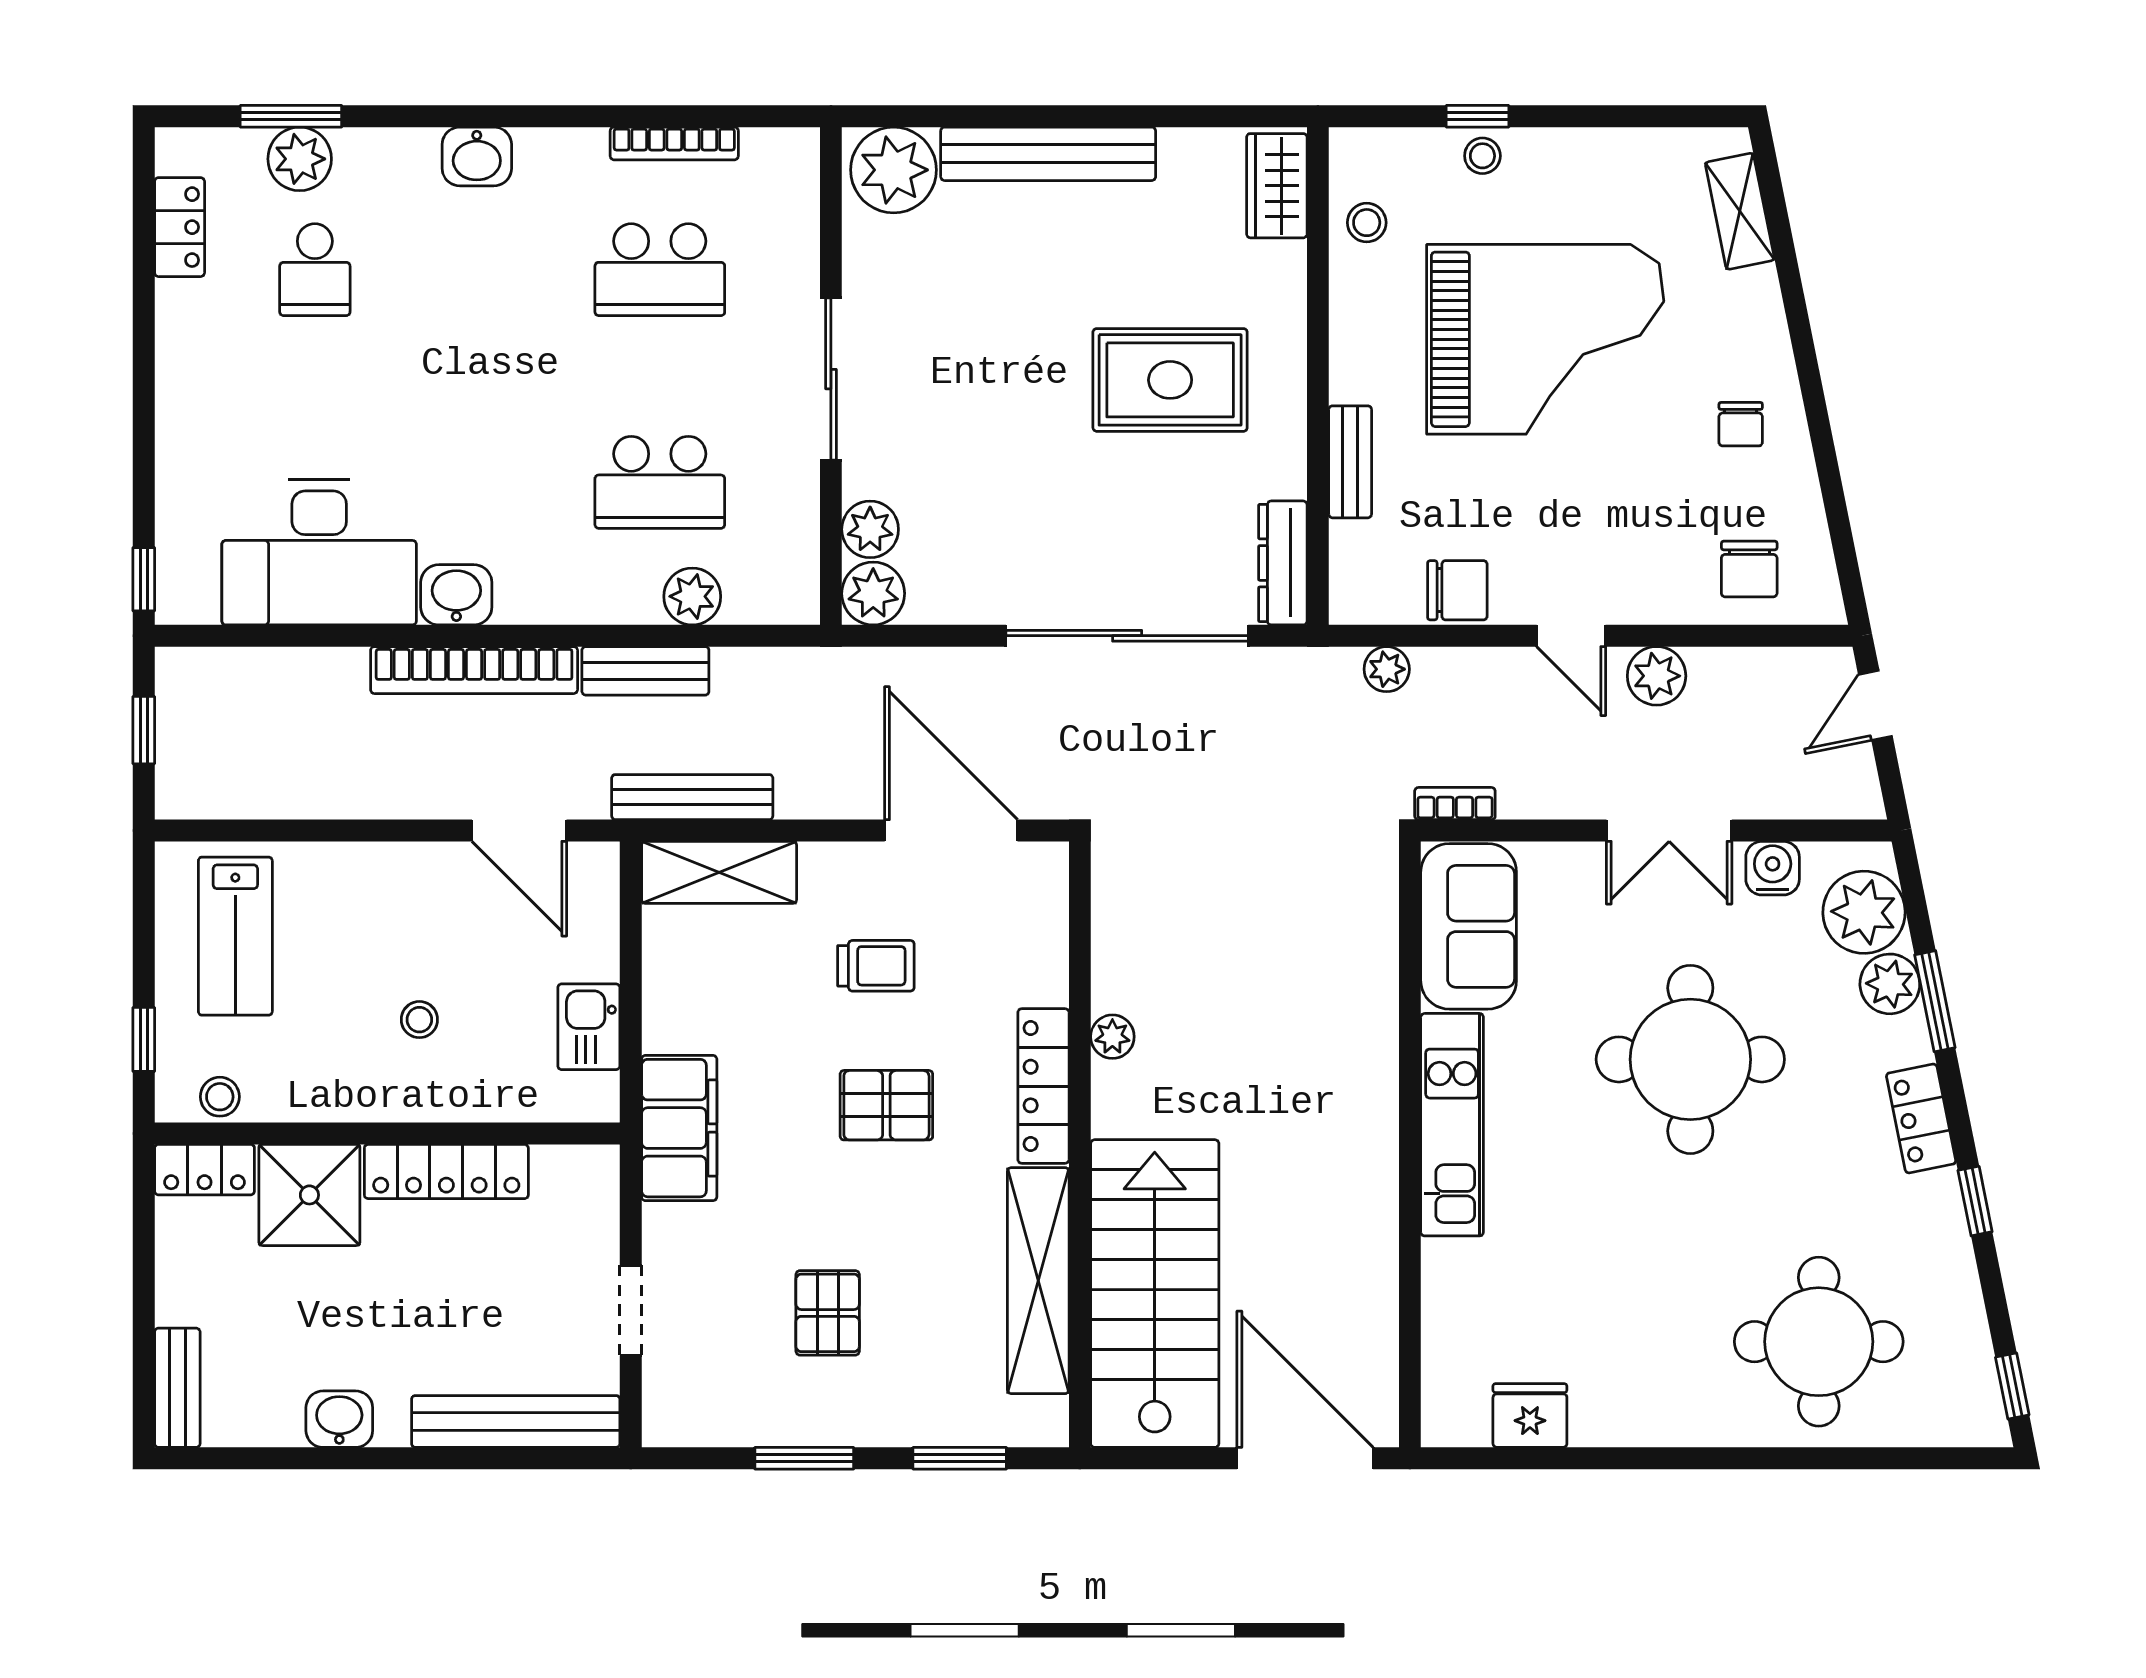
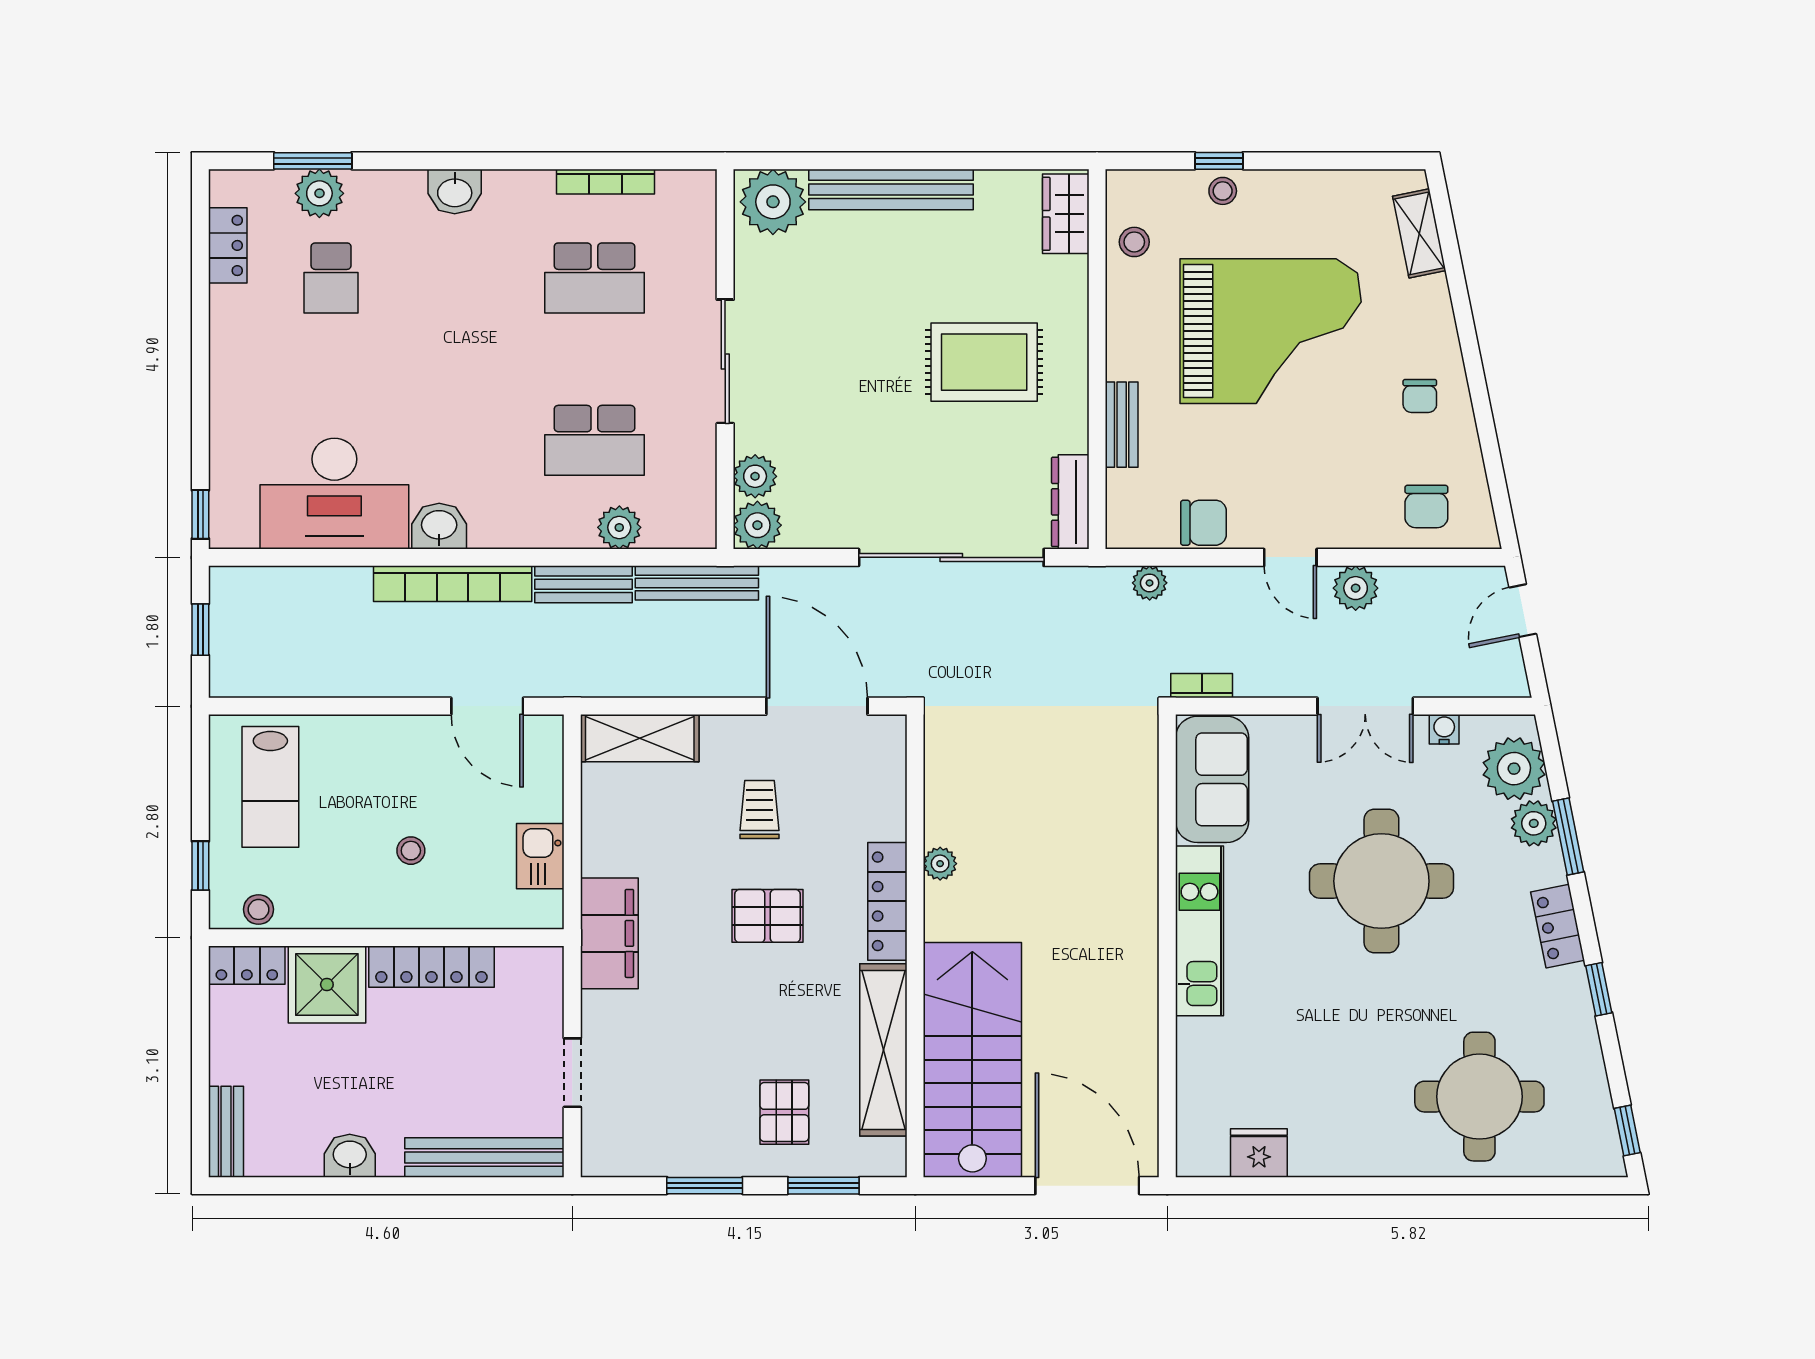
bench: (692, 797) -> (697, 583), moved
water cooler: (1773, 868) -> (1444, 729), width x0.72, depth x0.72
trolley: (876, 966) -> (760, 810), turned -90
pallet: (828, 1313) -> (784, 1112), moved

